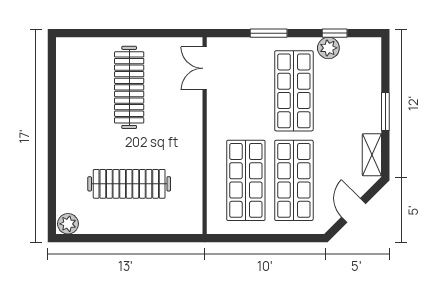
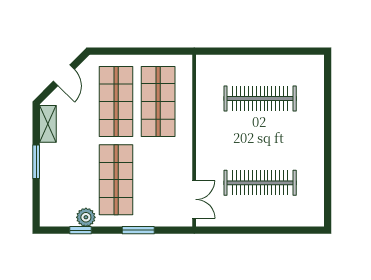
clothes rail: (129, 87) -> (260, 183), turned 90
plant: (68, 224) -> (314, 64), removed

